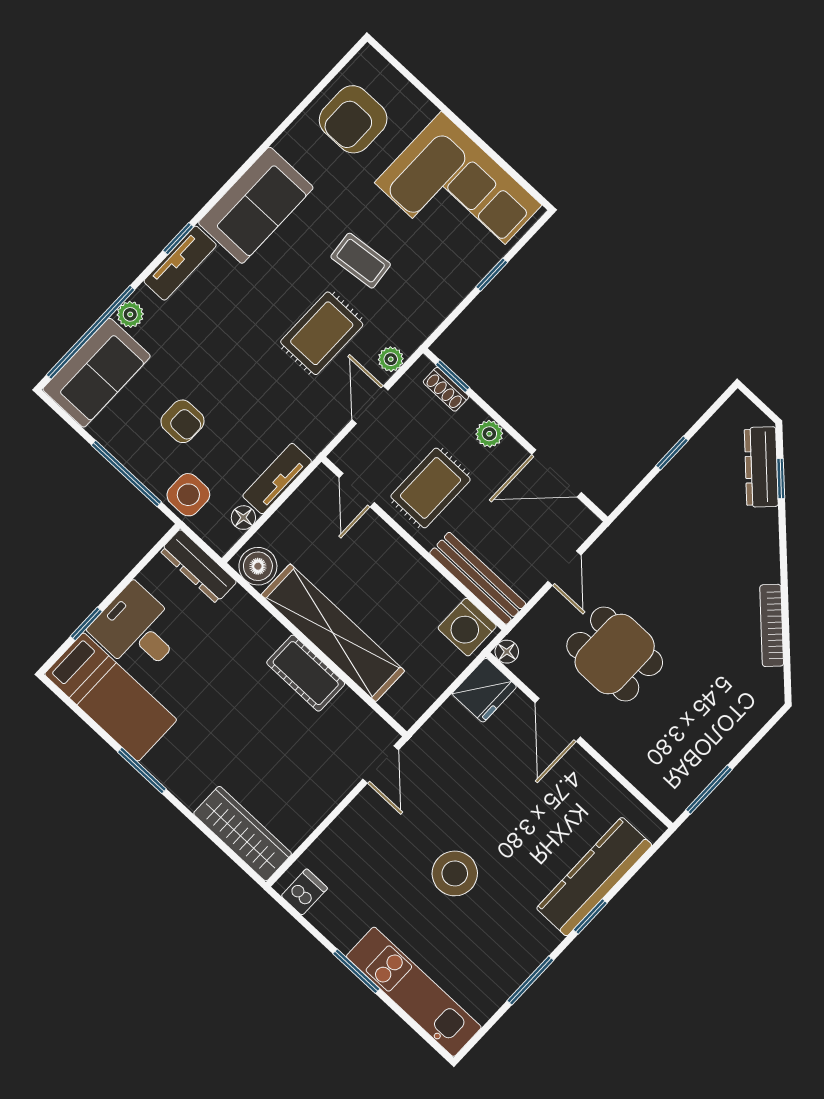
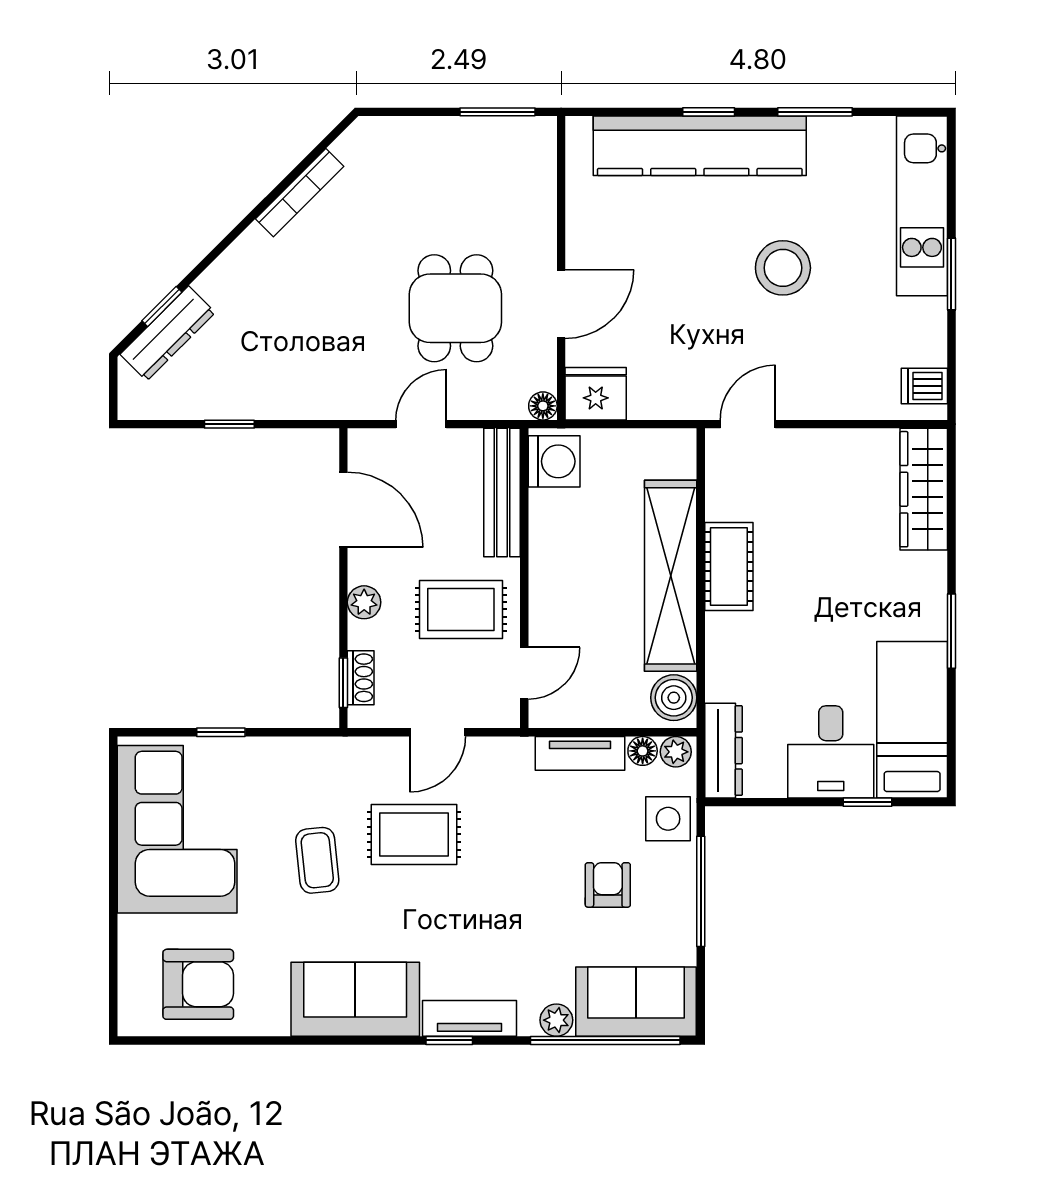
plant: (391, 359) -> (676, 752), moved
kitchen counter: (594, 877) -> (700, 146), width x1.39, depth x1.17

